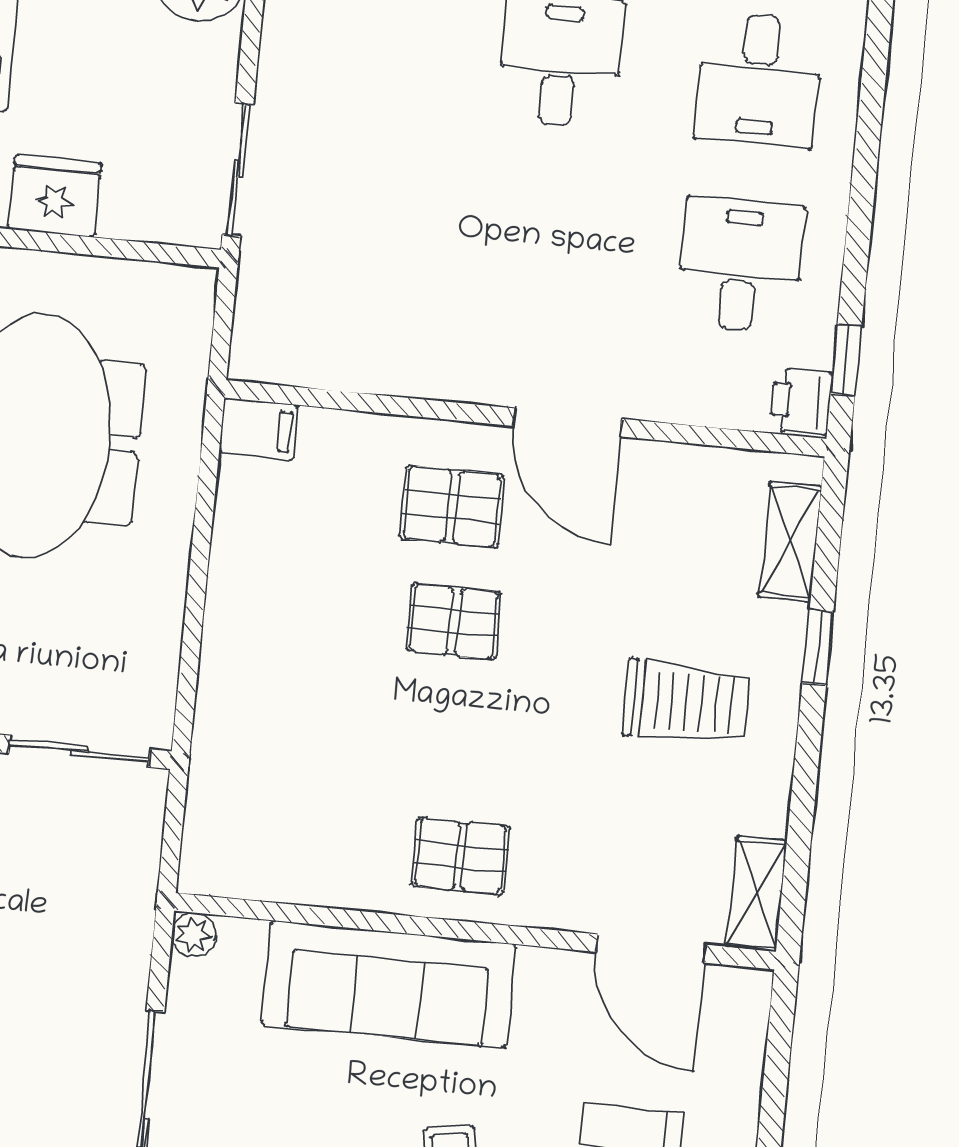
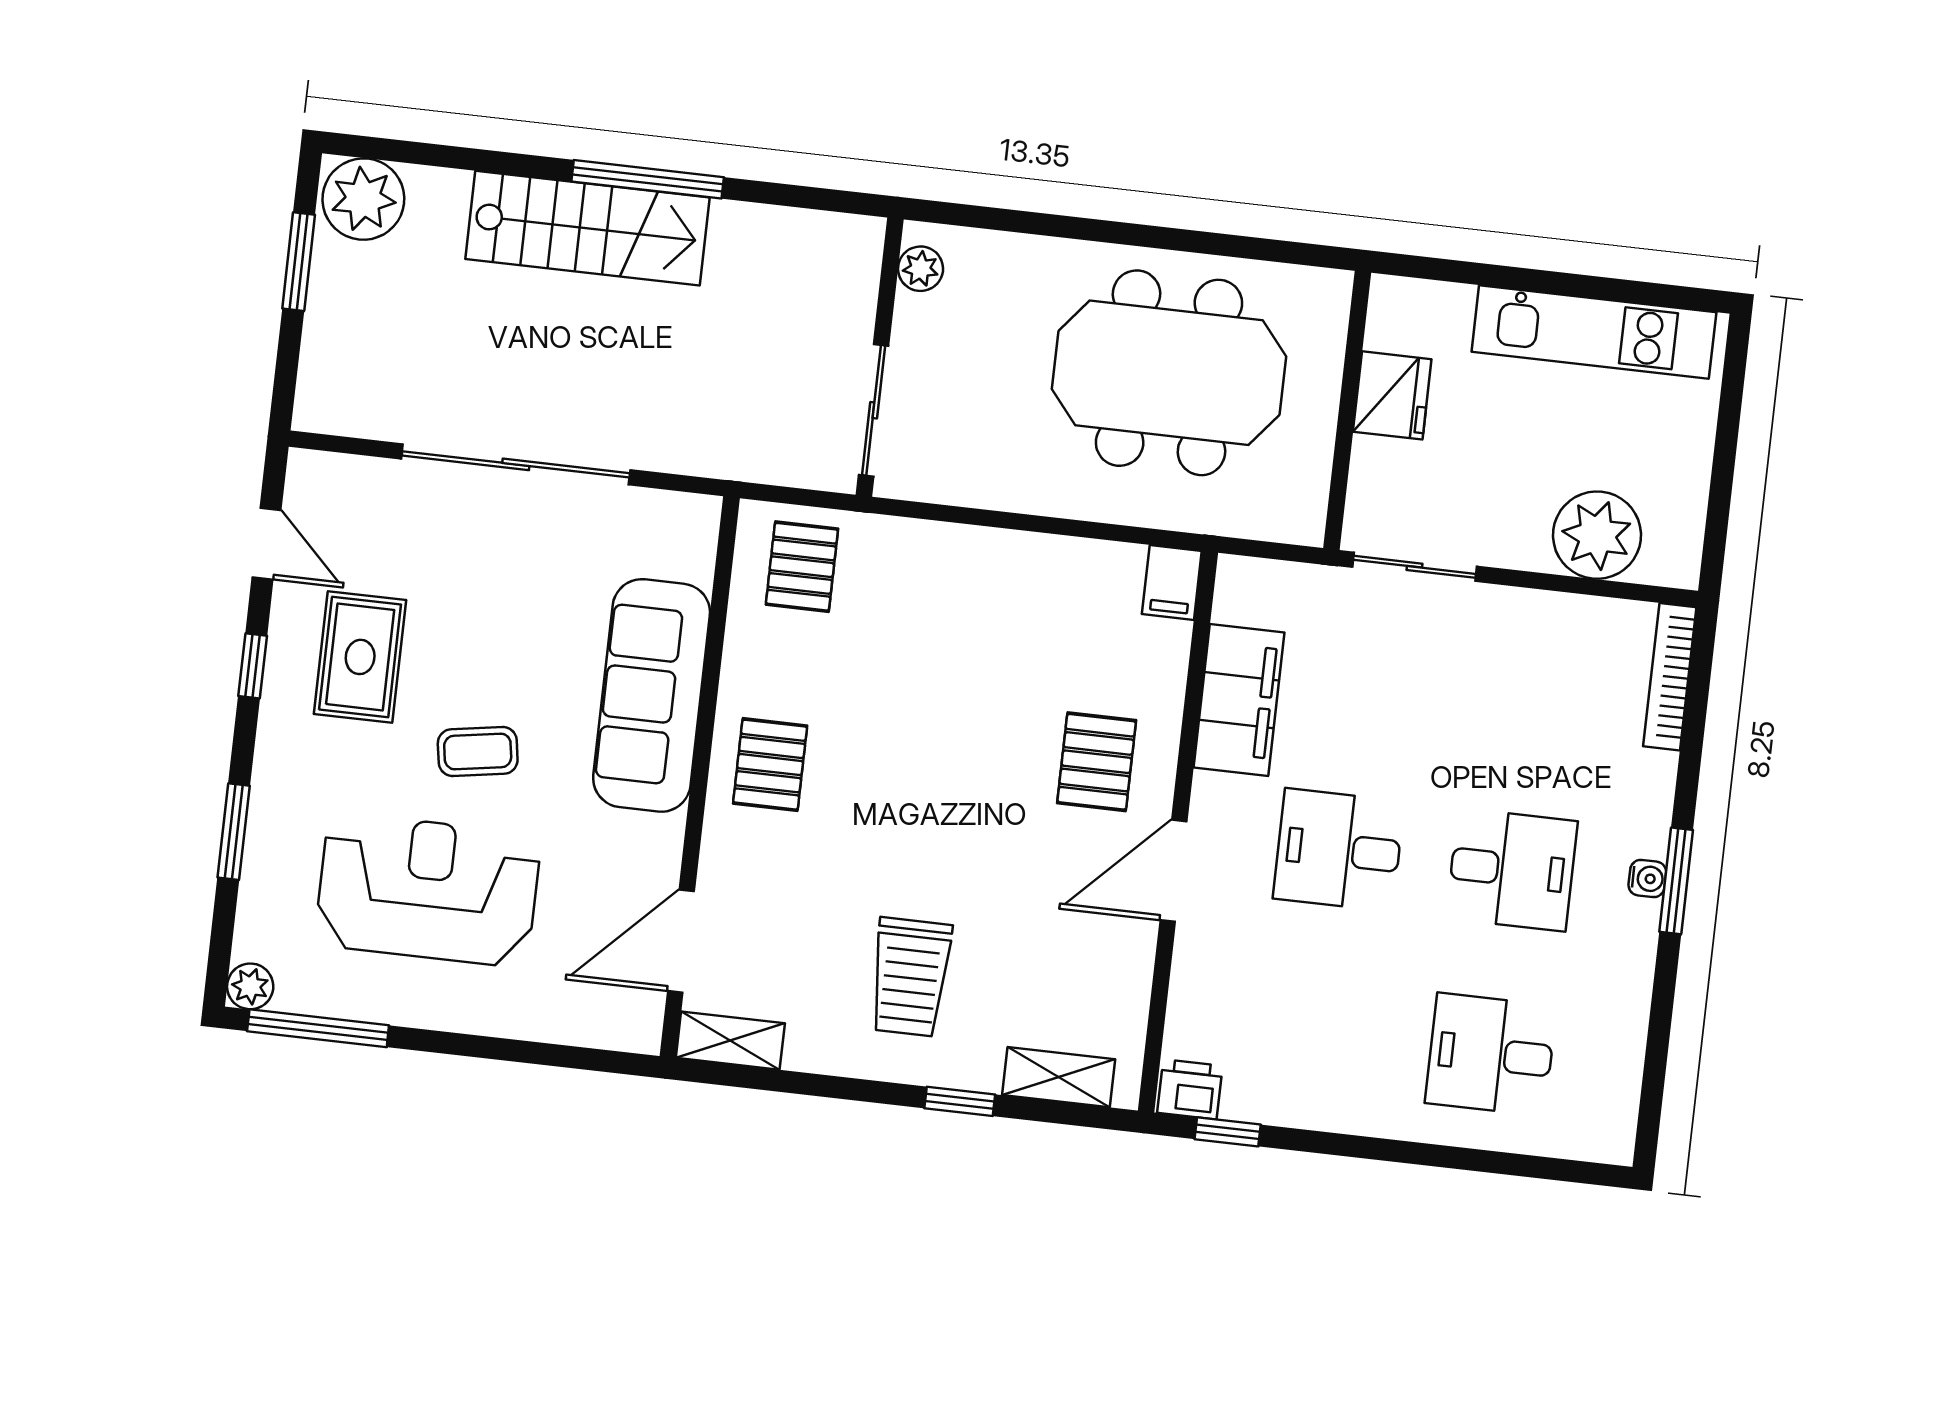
desk: (740, 265) -> (1339, 850), moved, turned 180
filing cabinet: (383, 355) -> (1239, 700), added
pallet: (454, 621) -> (802, 567), moved
plant: (194, 935) -> (701, 514), removed

